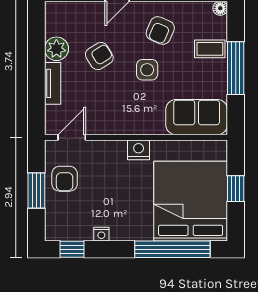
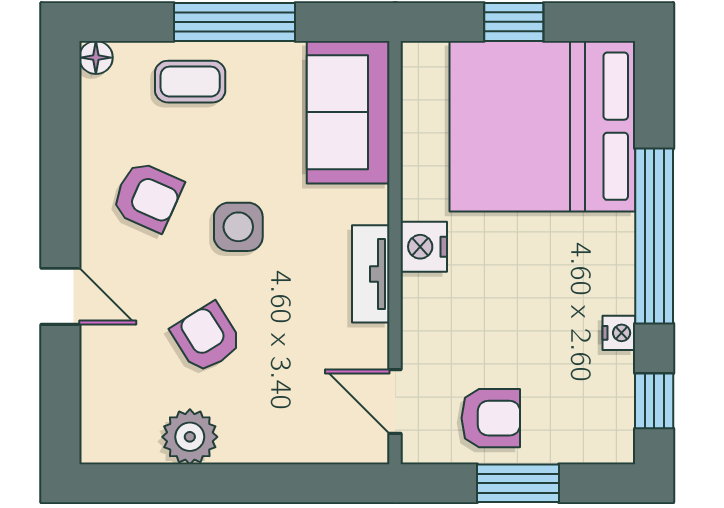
coffee table: (210, 49) -> (190, 82), turned 90
tv unit: (53, 83) -> (371, 274), moved, turned -90
window: (172, 249) -> (654, 236), moved

